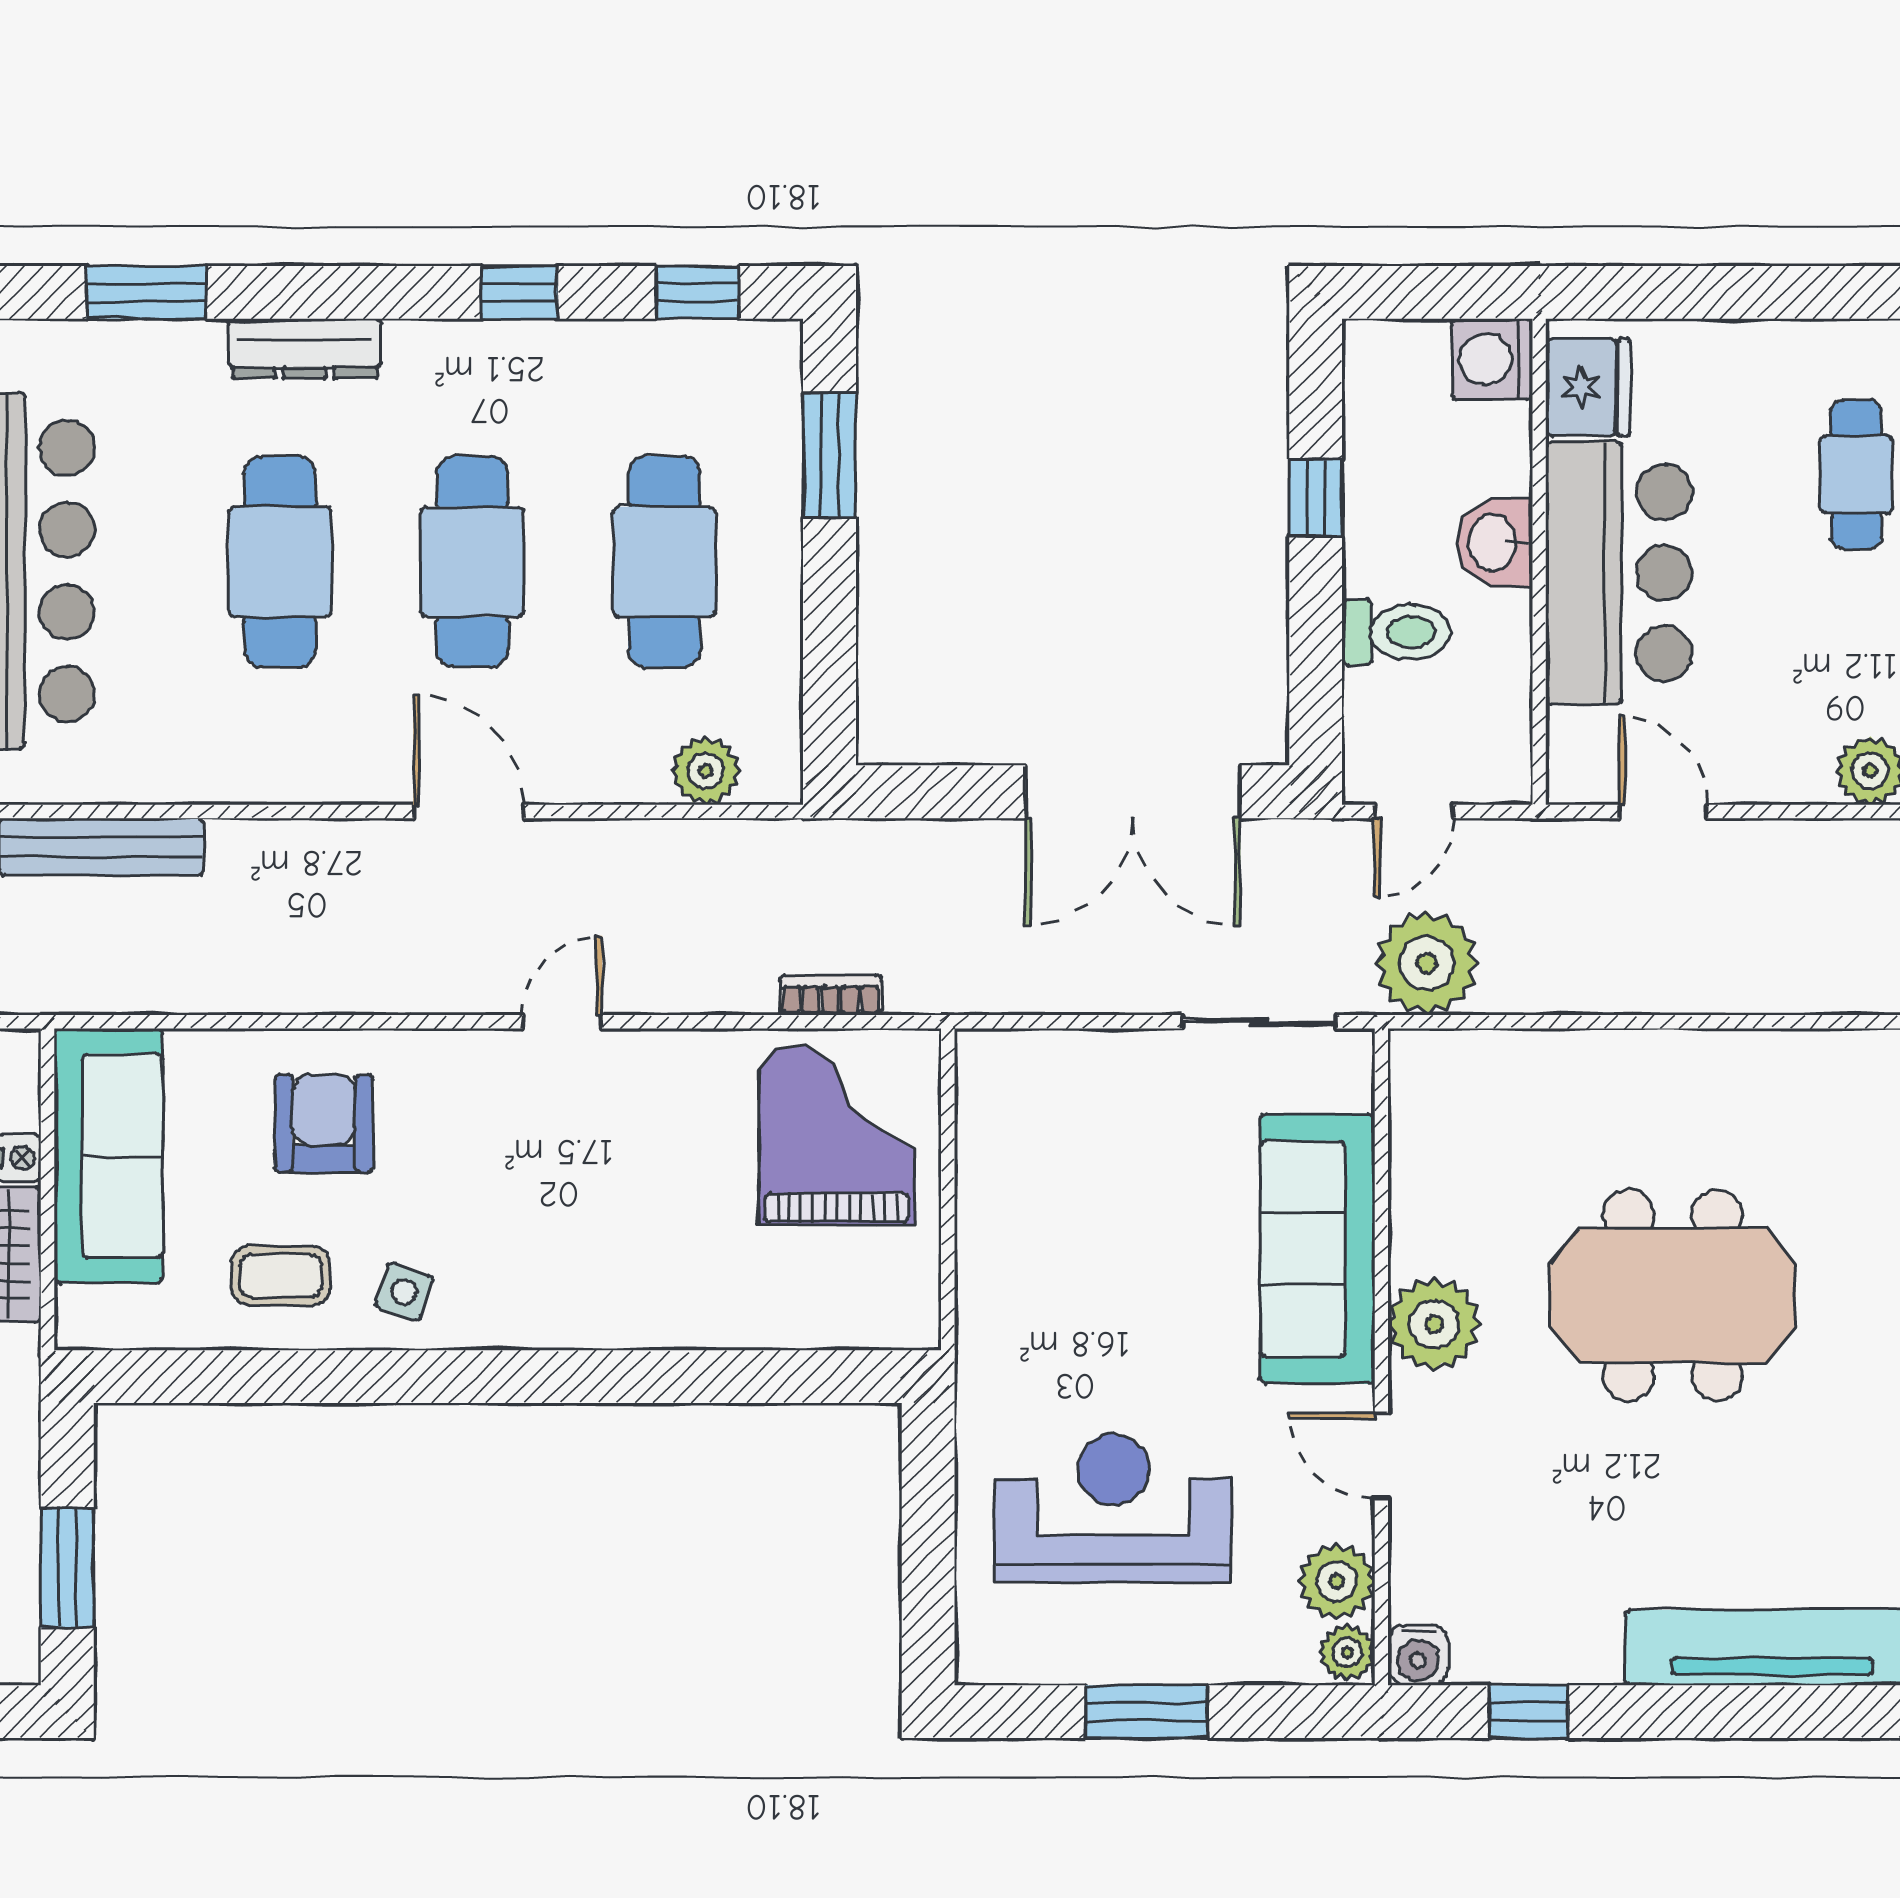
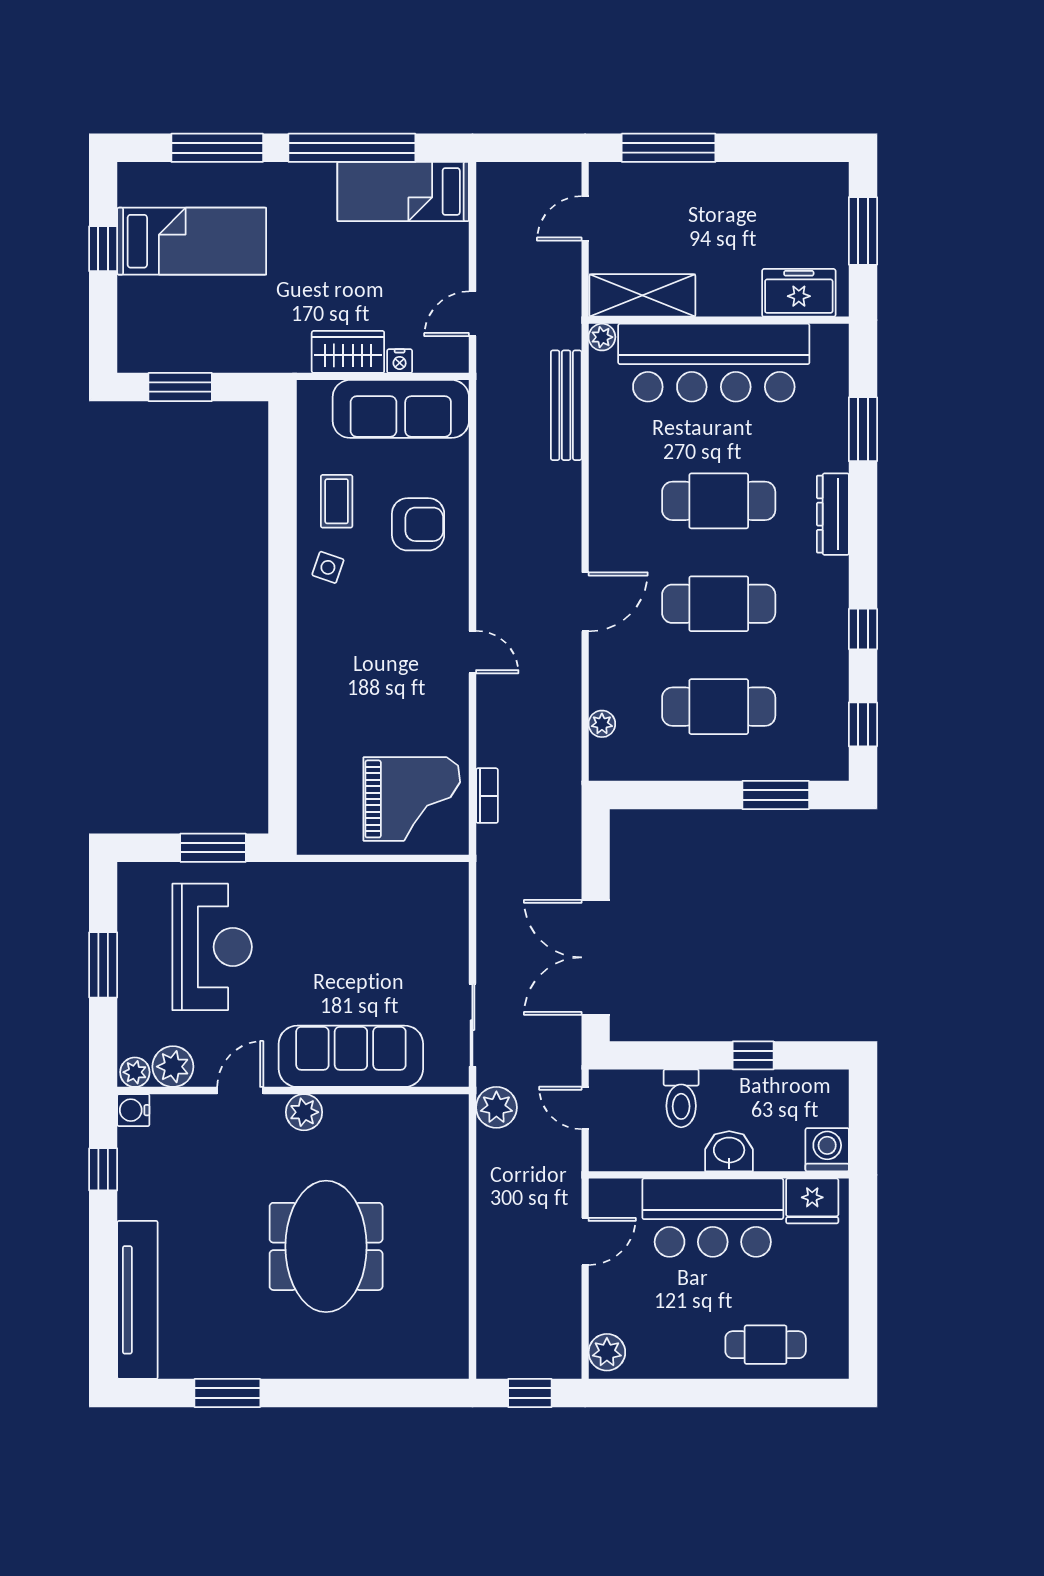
plant: (706, 771) -> (602, 724), width x0.73, depth x0.73
plant: (1427, 963) -> (496, 1107), width x0.73, depth x0.73
plant: (1434, 1324) -> (304, 1112), width x0.73, depth x0.73
window: (928, 1506) -> (213, 848), added

